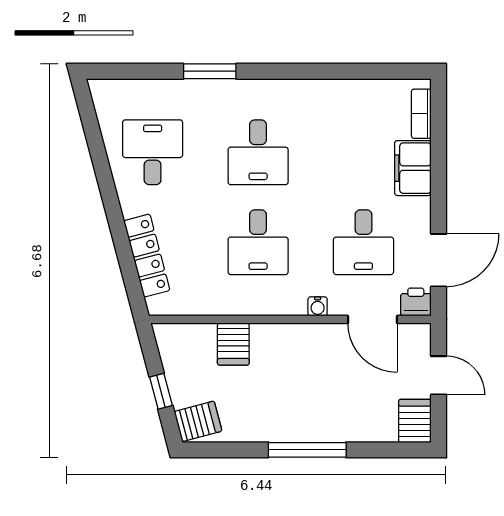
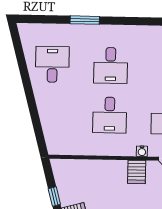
locker: (147, 256) -> (48, 121), removed
server rack: (233, 344) -> (137, 172), moved

